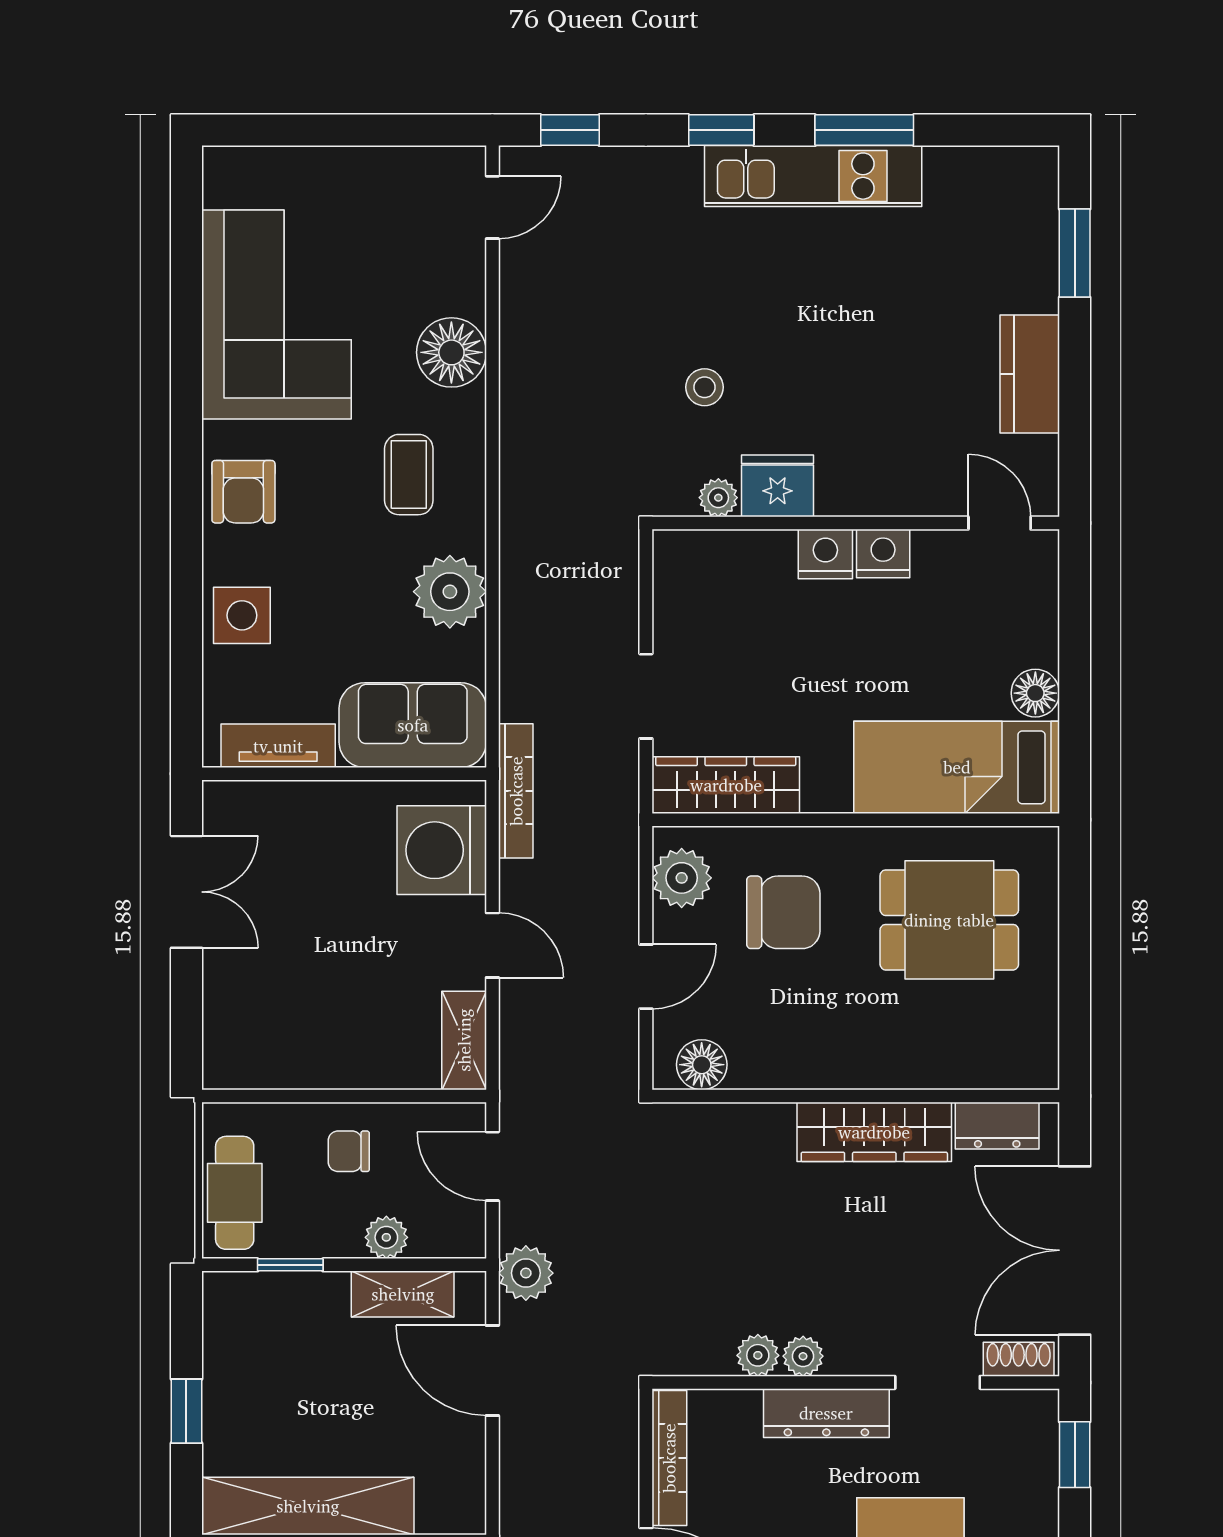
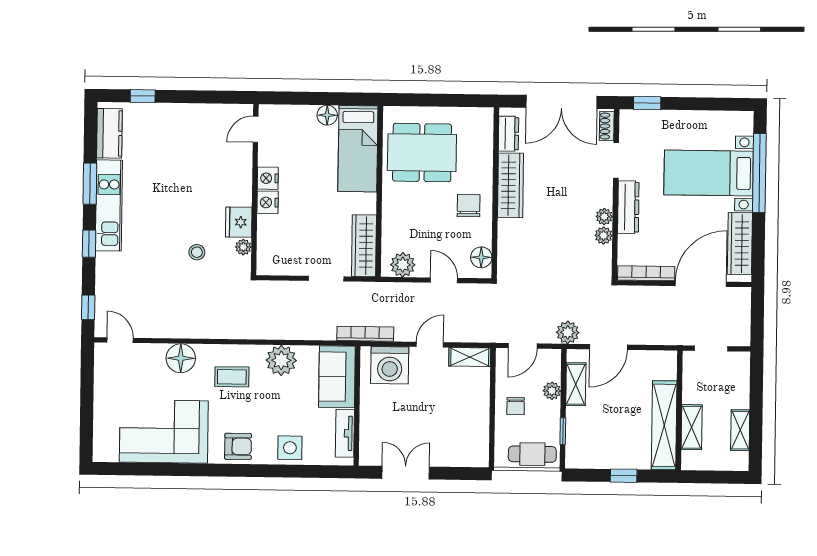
window: (1075, 253) -> (143, 96), width x0.67
kitchen counter: (1030, 374) -> (109, 133), moved, turned -90
chair: (783, 912) -> (469, 206), moved, width x0.73, depth x0.73
dining table: (949, 920) -> (422, 153), width x1.38

